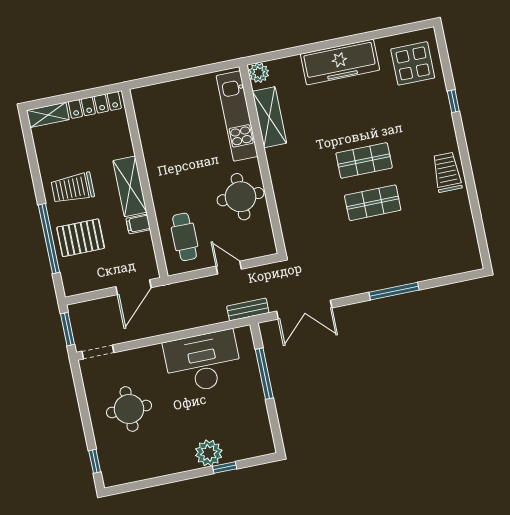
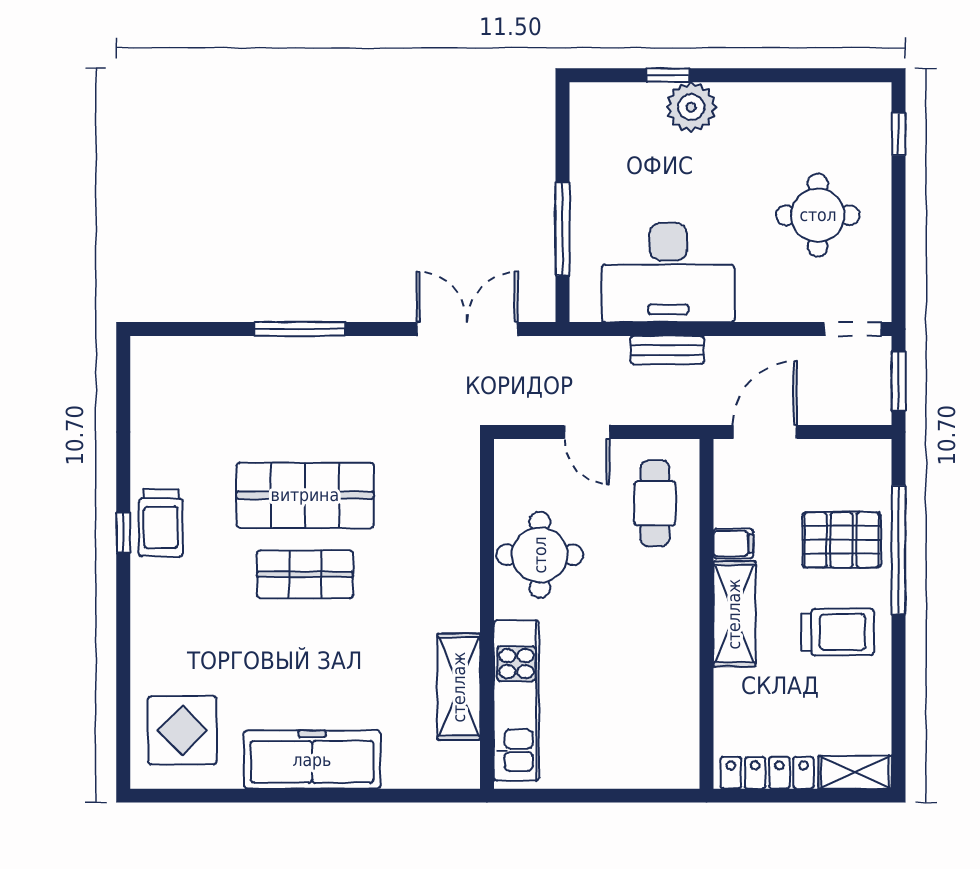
plant: (259, 73) -> (462, 770), removed
window: (453, 101) -> (123, 533), moved
shop shelf: (373, 203) -> (305, 495), width x1.43, depth x1.36
bench: (248, 309) -> (667, 350), moved

